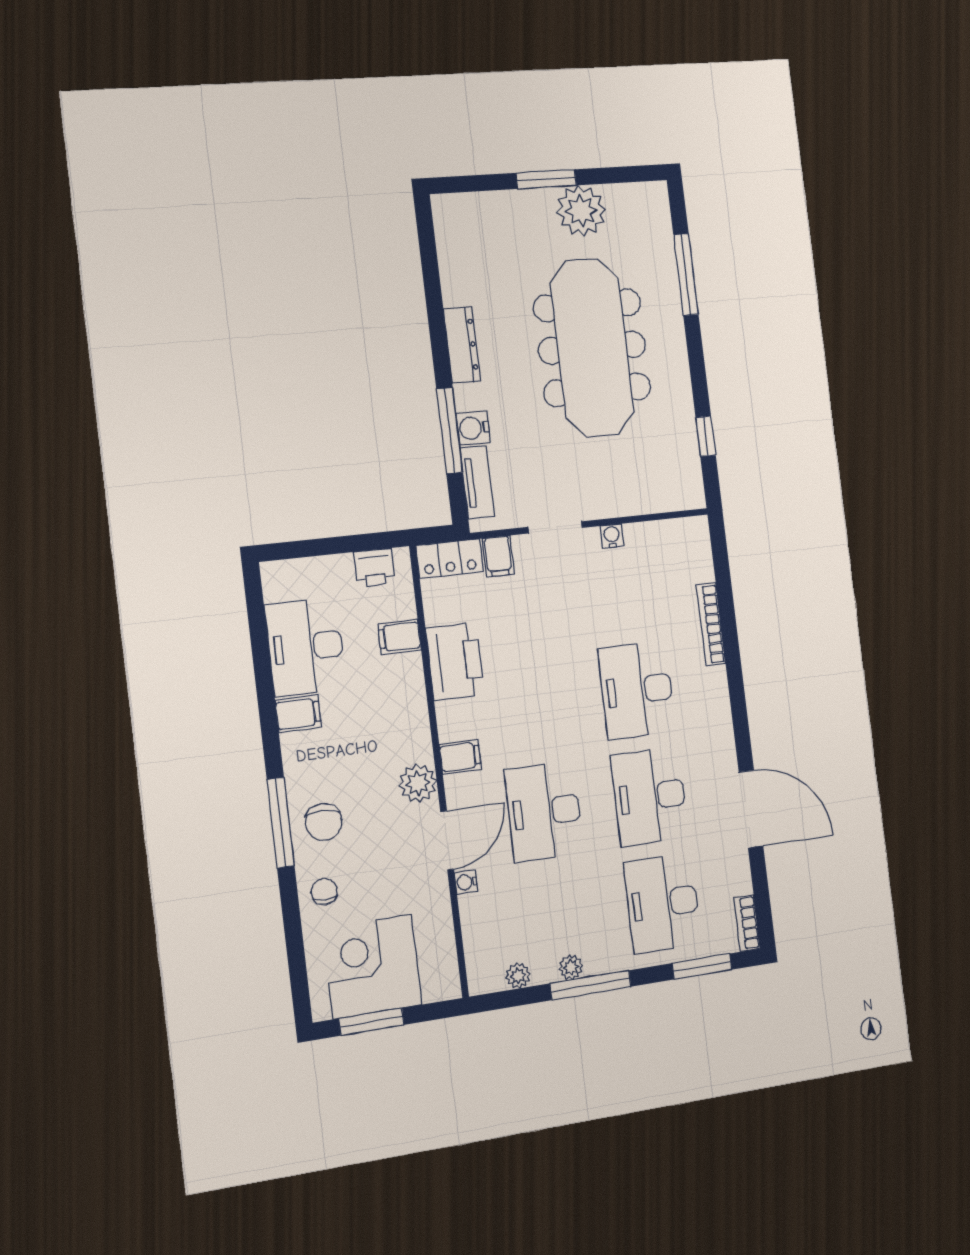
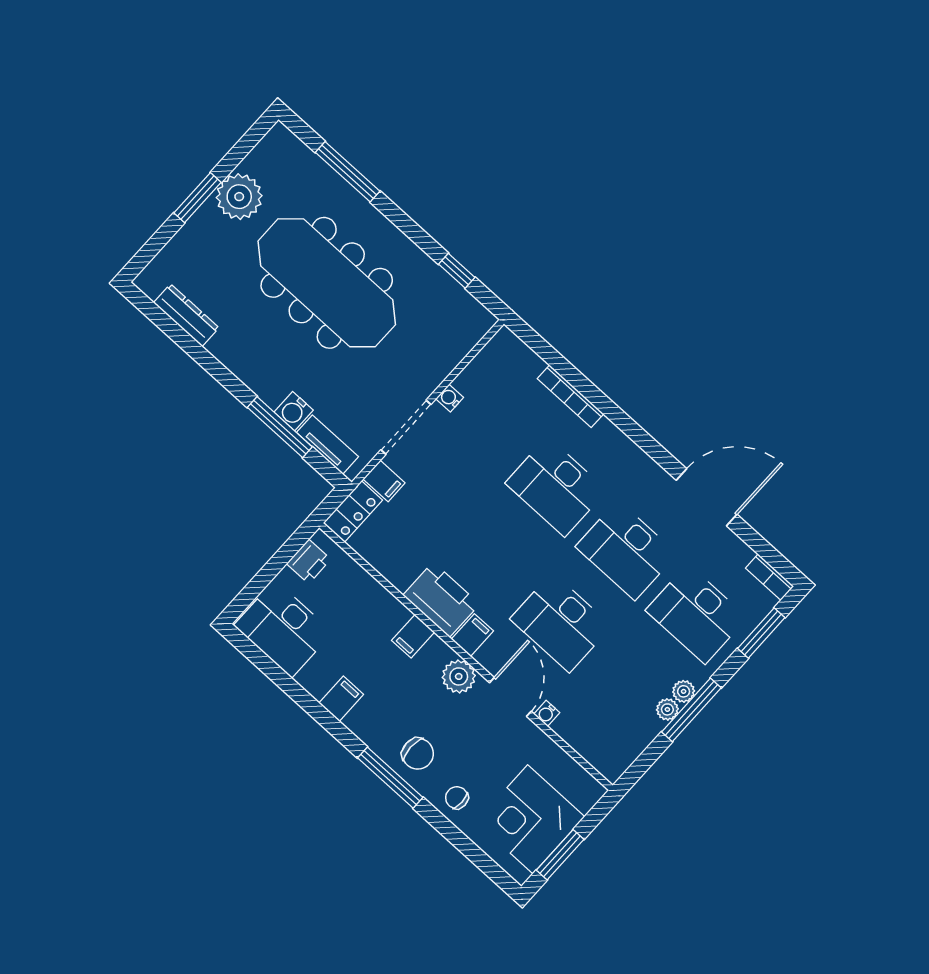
dresser: (462, 345) -> (186, 315), moved
doorway: (555, 527) -> (406, 427), width x1.38
filing cabinet: (400, 637) -> (413, 636), moved
desk: (305, 647) -> (283, 629), moved
printer: (455, 661) -> (441, 600), moved
plant: (518, 976) -> (684, 691), moved

